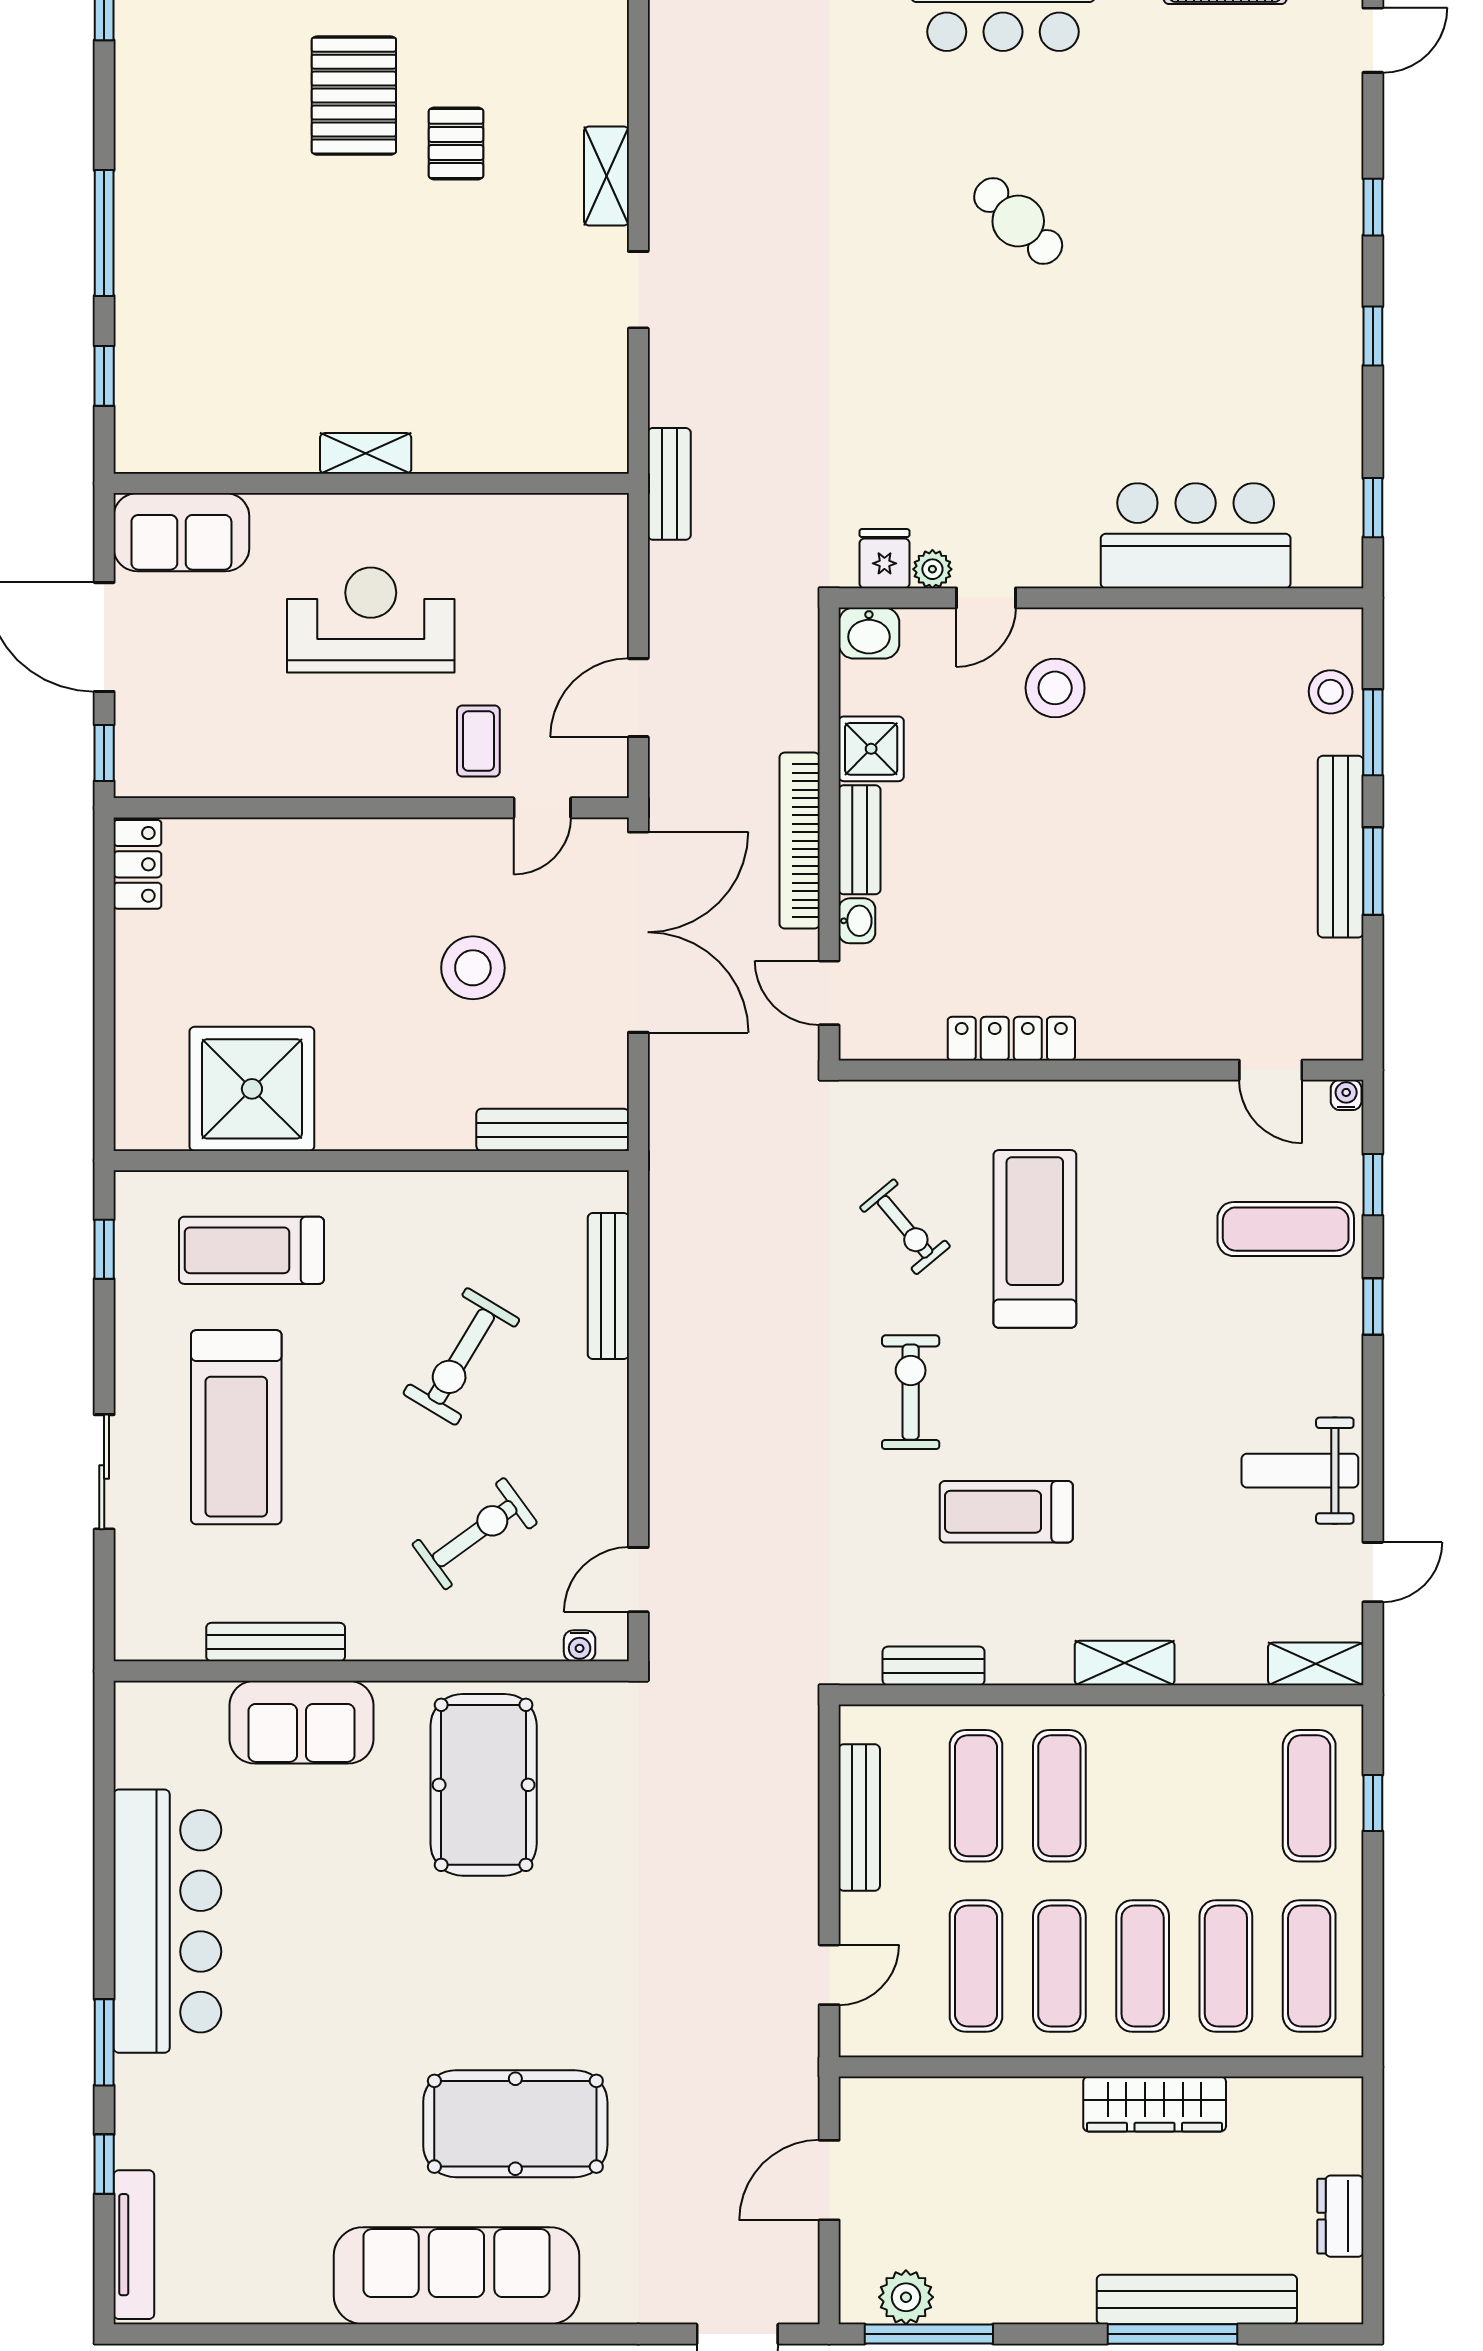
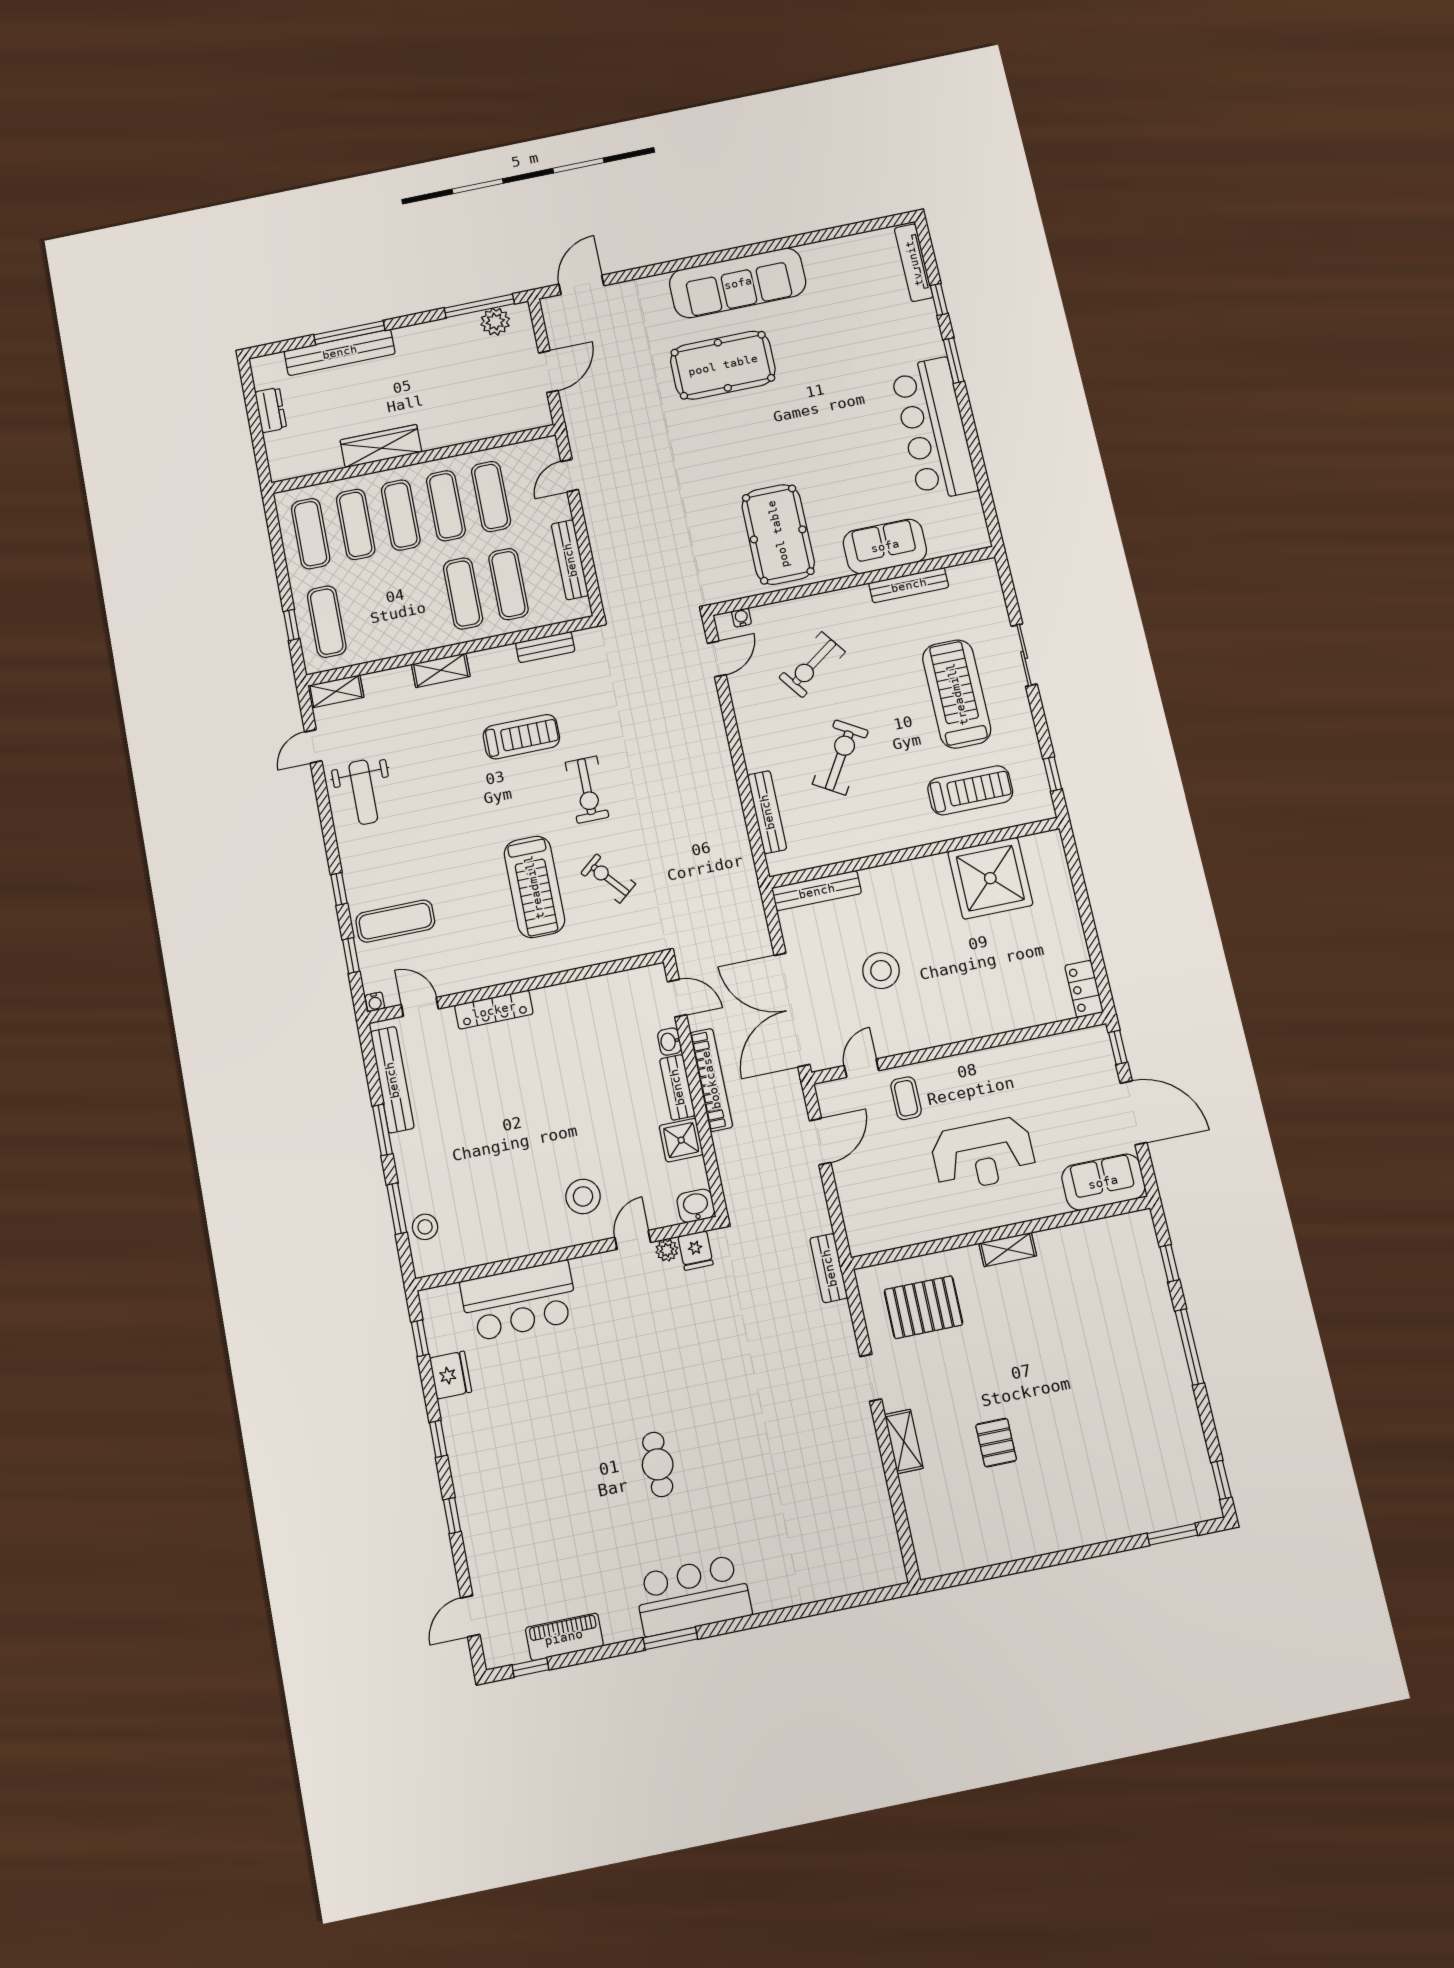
pallet: (354, 96) -> (923, 1307), moved, turned 90
cafe table: (1018, 221) -> (658, 1464), turned 46
fridge: (1333, 437) -> (451, 1375), added
bench: (1341, 847) -> (392, 1080), moved
locker: (1011, 1039) -> (494, 1010), moved
weight bench: (1300, 1471) -> (363, 792), turned 90

